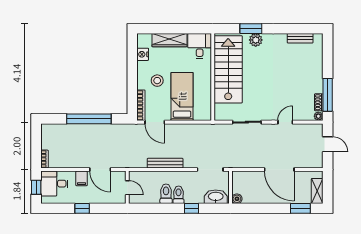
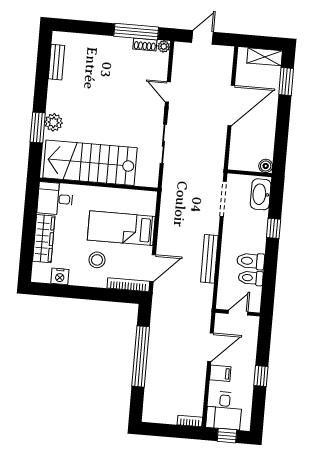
toilet: (179, 195) -> (251, 278), moved

